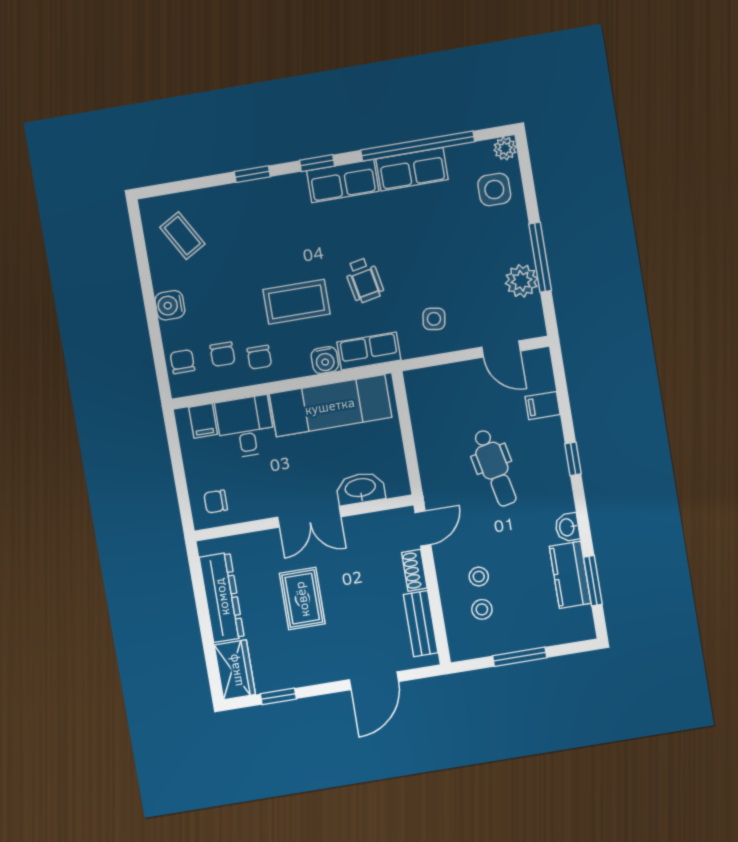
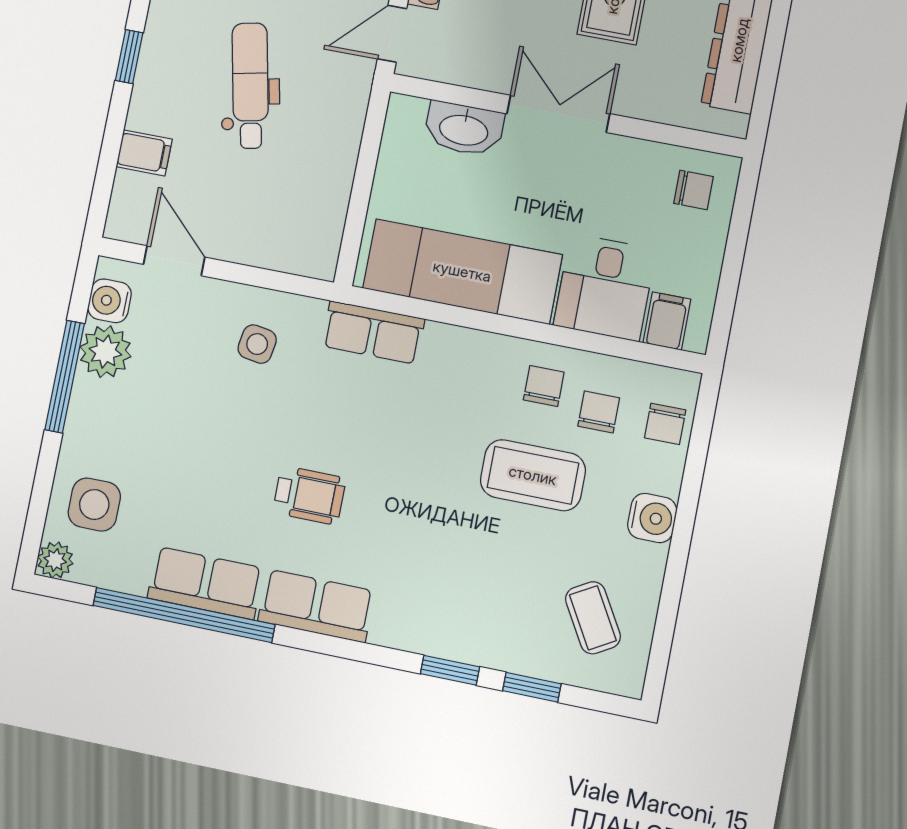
window: (317, 163) -> (532, 687), moved
wheelchair: (364, 280) -> (309, 495), moved, turned 101
coffee table: (297, 302) -> (533, 475), moved
water cooler: (325, 360) -> (110, 301), moved, turned -90

